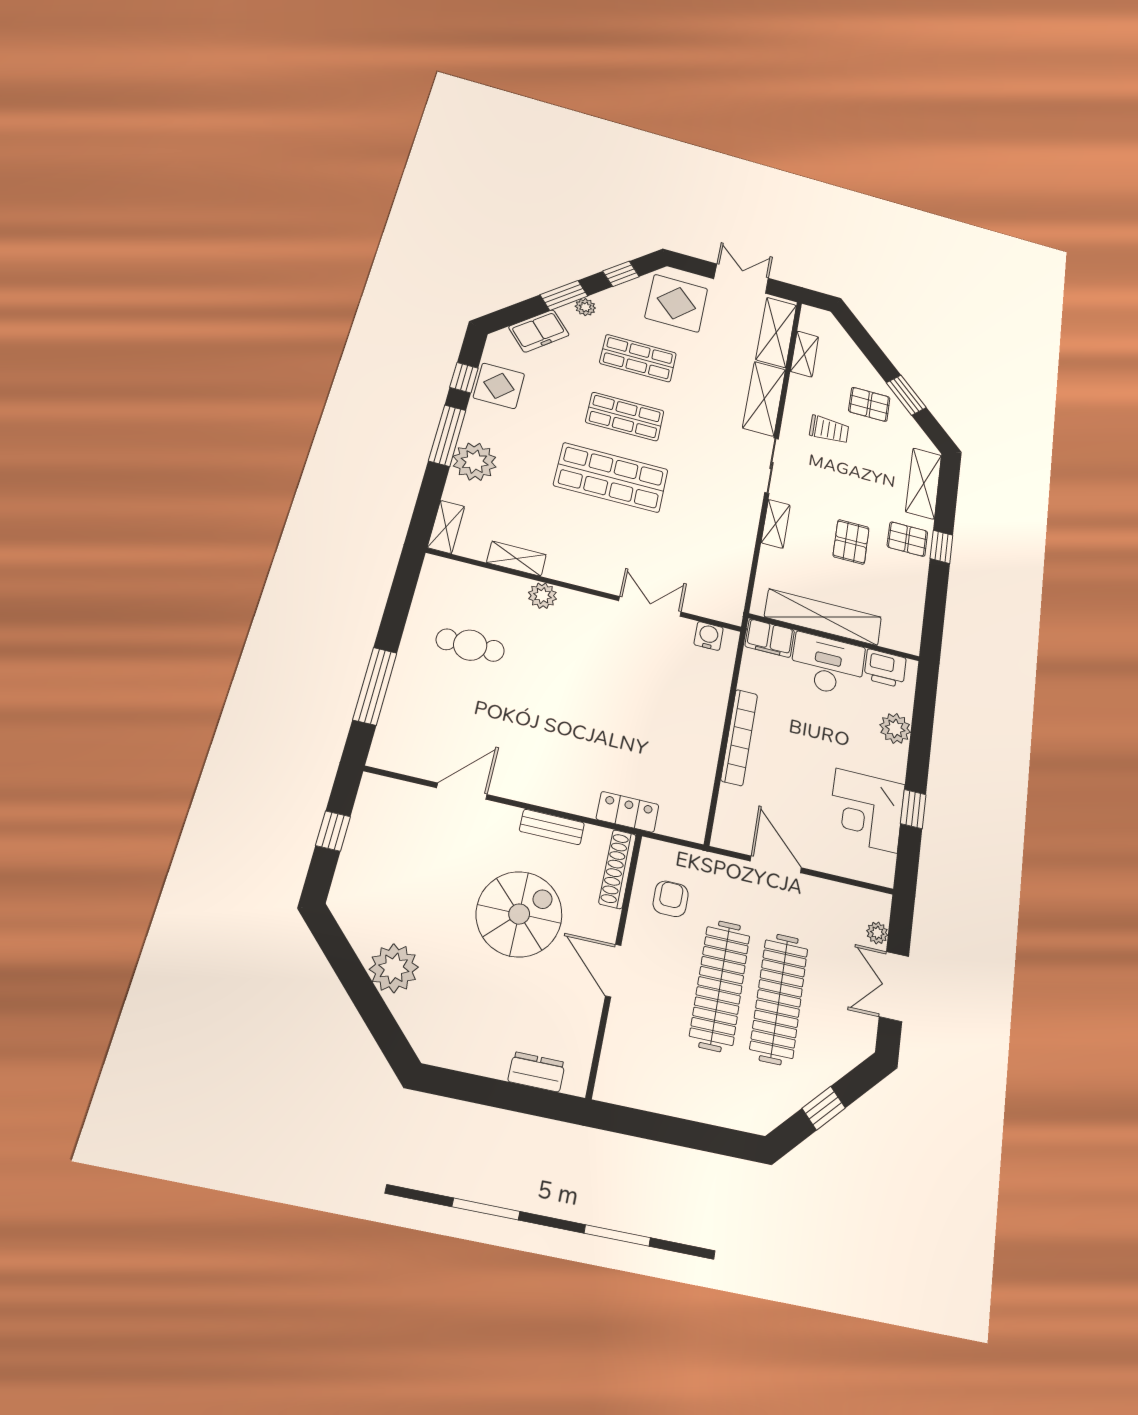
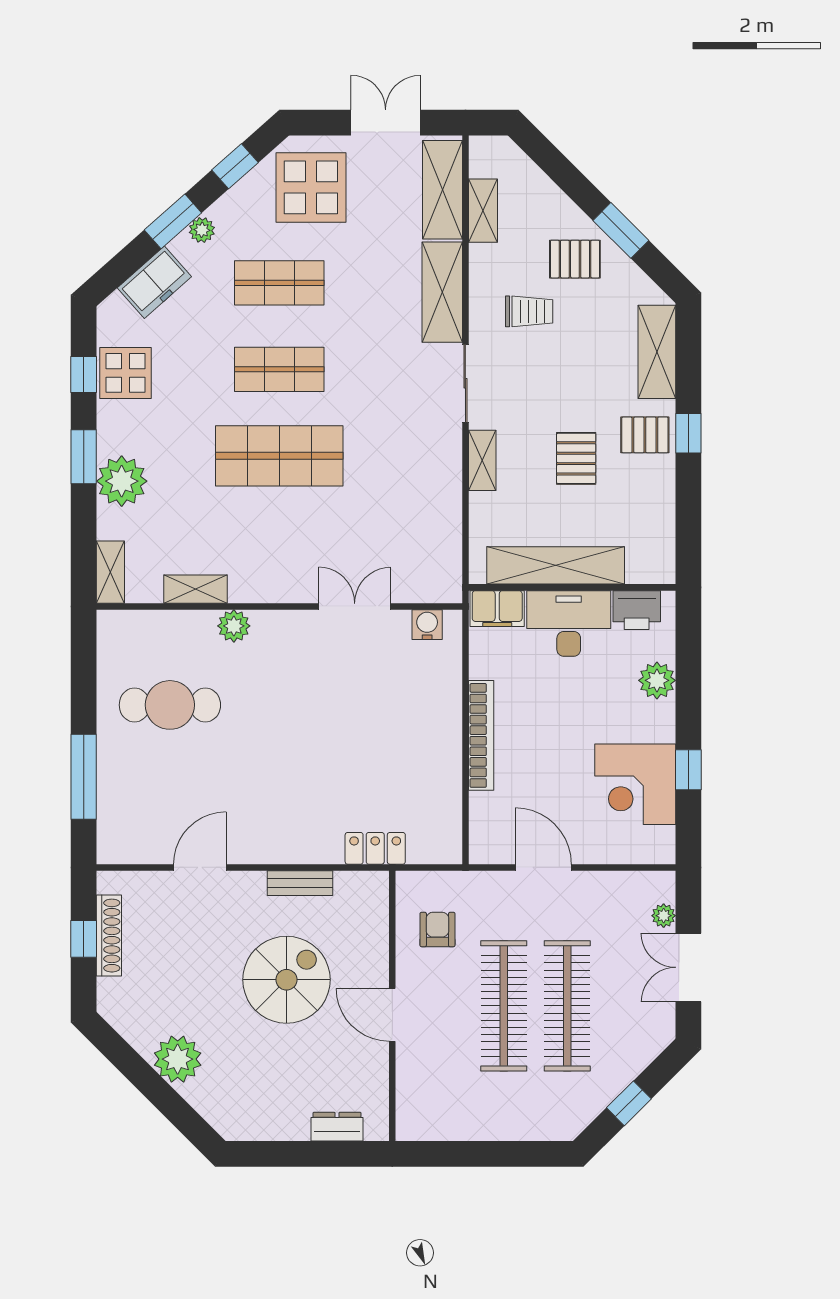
window: (447, 436) -> (84, 457), width x0.69
cafe table: (470, 645) -> (170, 705), width x1.37, depth x1.35
shoe rack: (618, 869) -> (109, 936), moved, turned 180

